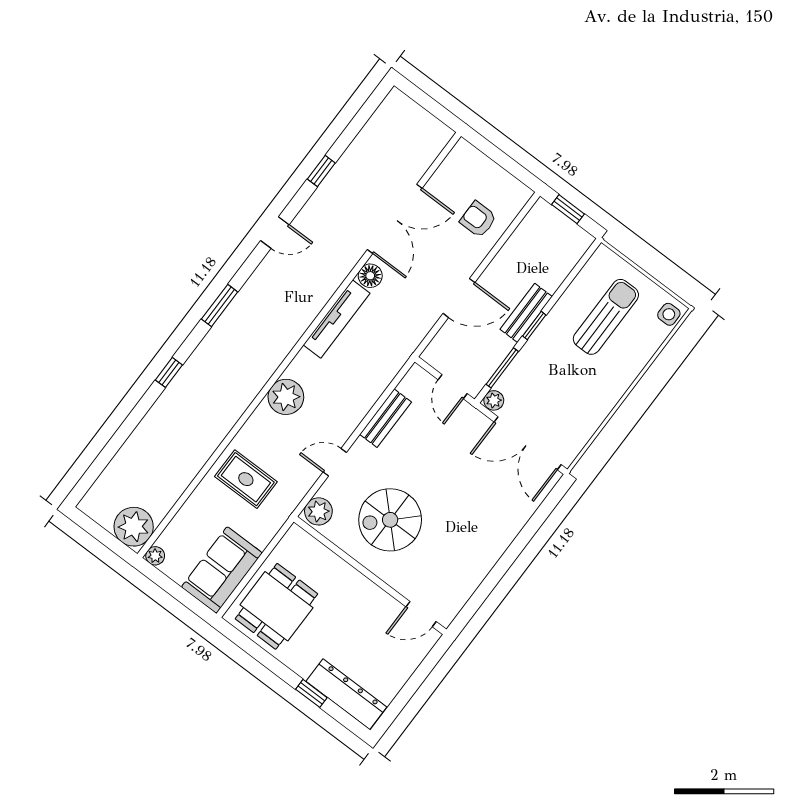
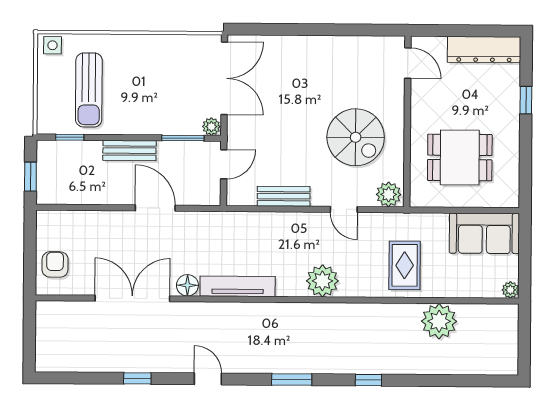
armchair: (478, 219) -> (55, 264), moved, turned 180
sun lounger: (606, 317) -> (89, 90), turned -90
window: (534, 325) -> (70, 137), moved
plant: (134, 527) -> (439, 321), moved
dining table: (276, 606) -> (460, 157), moved
dresser: (346, 694) -> (484, 50), moved, turned -90

